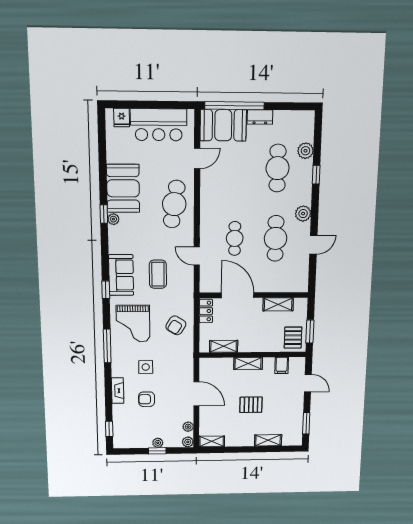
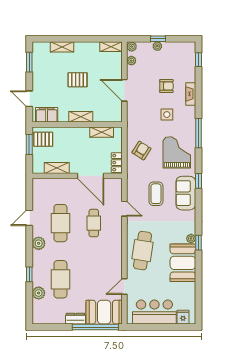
pallet: (293, 338) -> (43, 139), turned 90
filing cabinet: (282, 365) -> (47, 115), width x2.00

